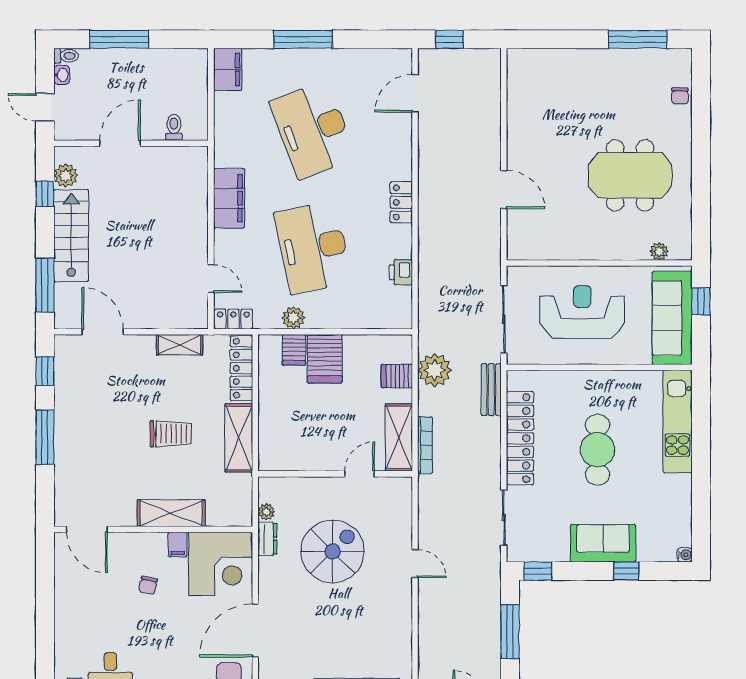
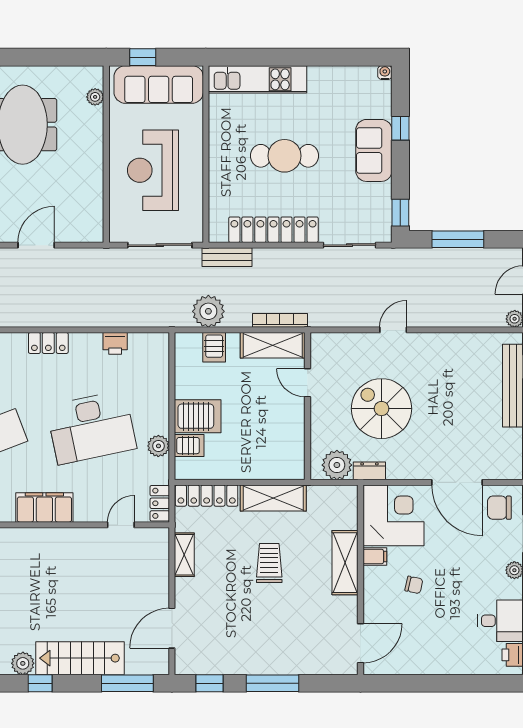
plant: (266, 512) -> (337, 465), width x1.87, depth x1.87

